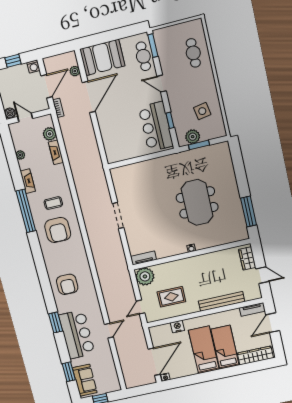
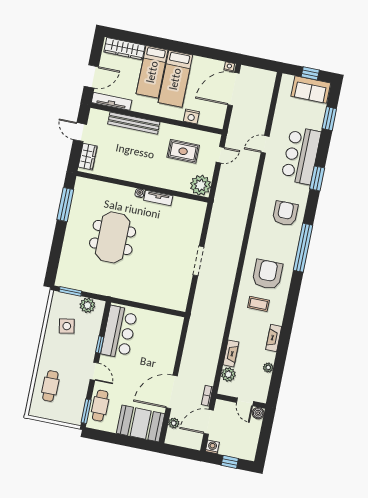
window: (170, 120) -> (100, 345), moved
window: (199, 145) -> (70, 291), moved
window: (26, 211) -> (303, 248), moved
tv unit: (144, 258) -> (158, 198), moved
tv unit: (252, 309) -> (112, 101), width x1.41
sofa: (85, 380) -> (311, 90), moved, turned -90

